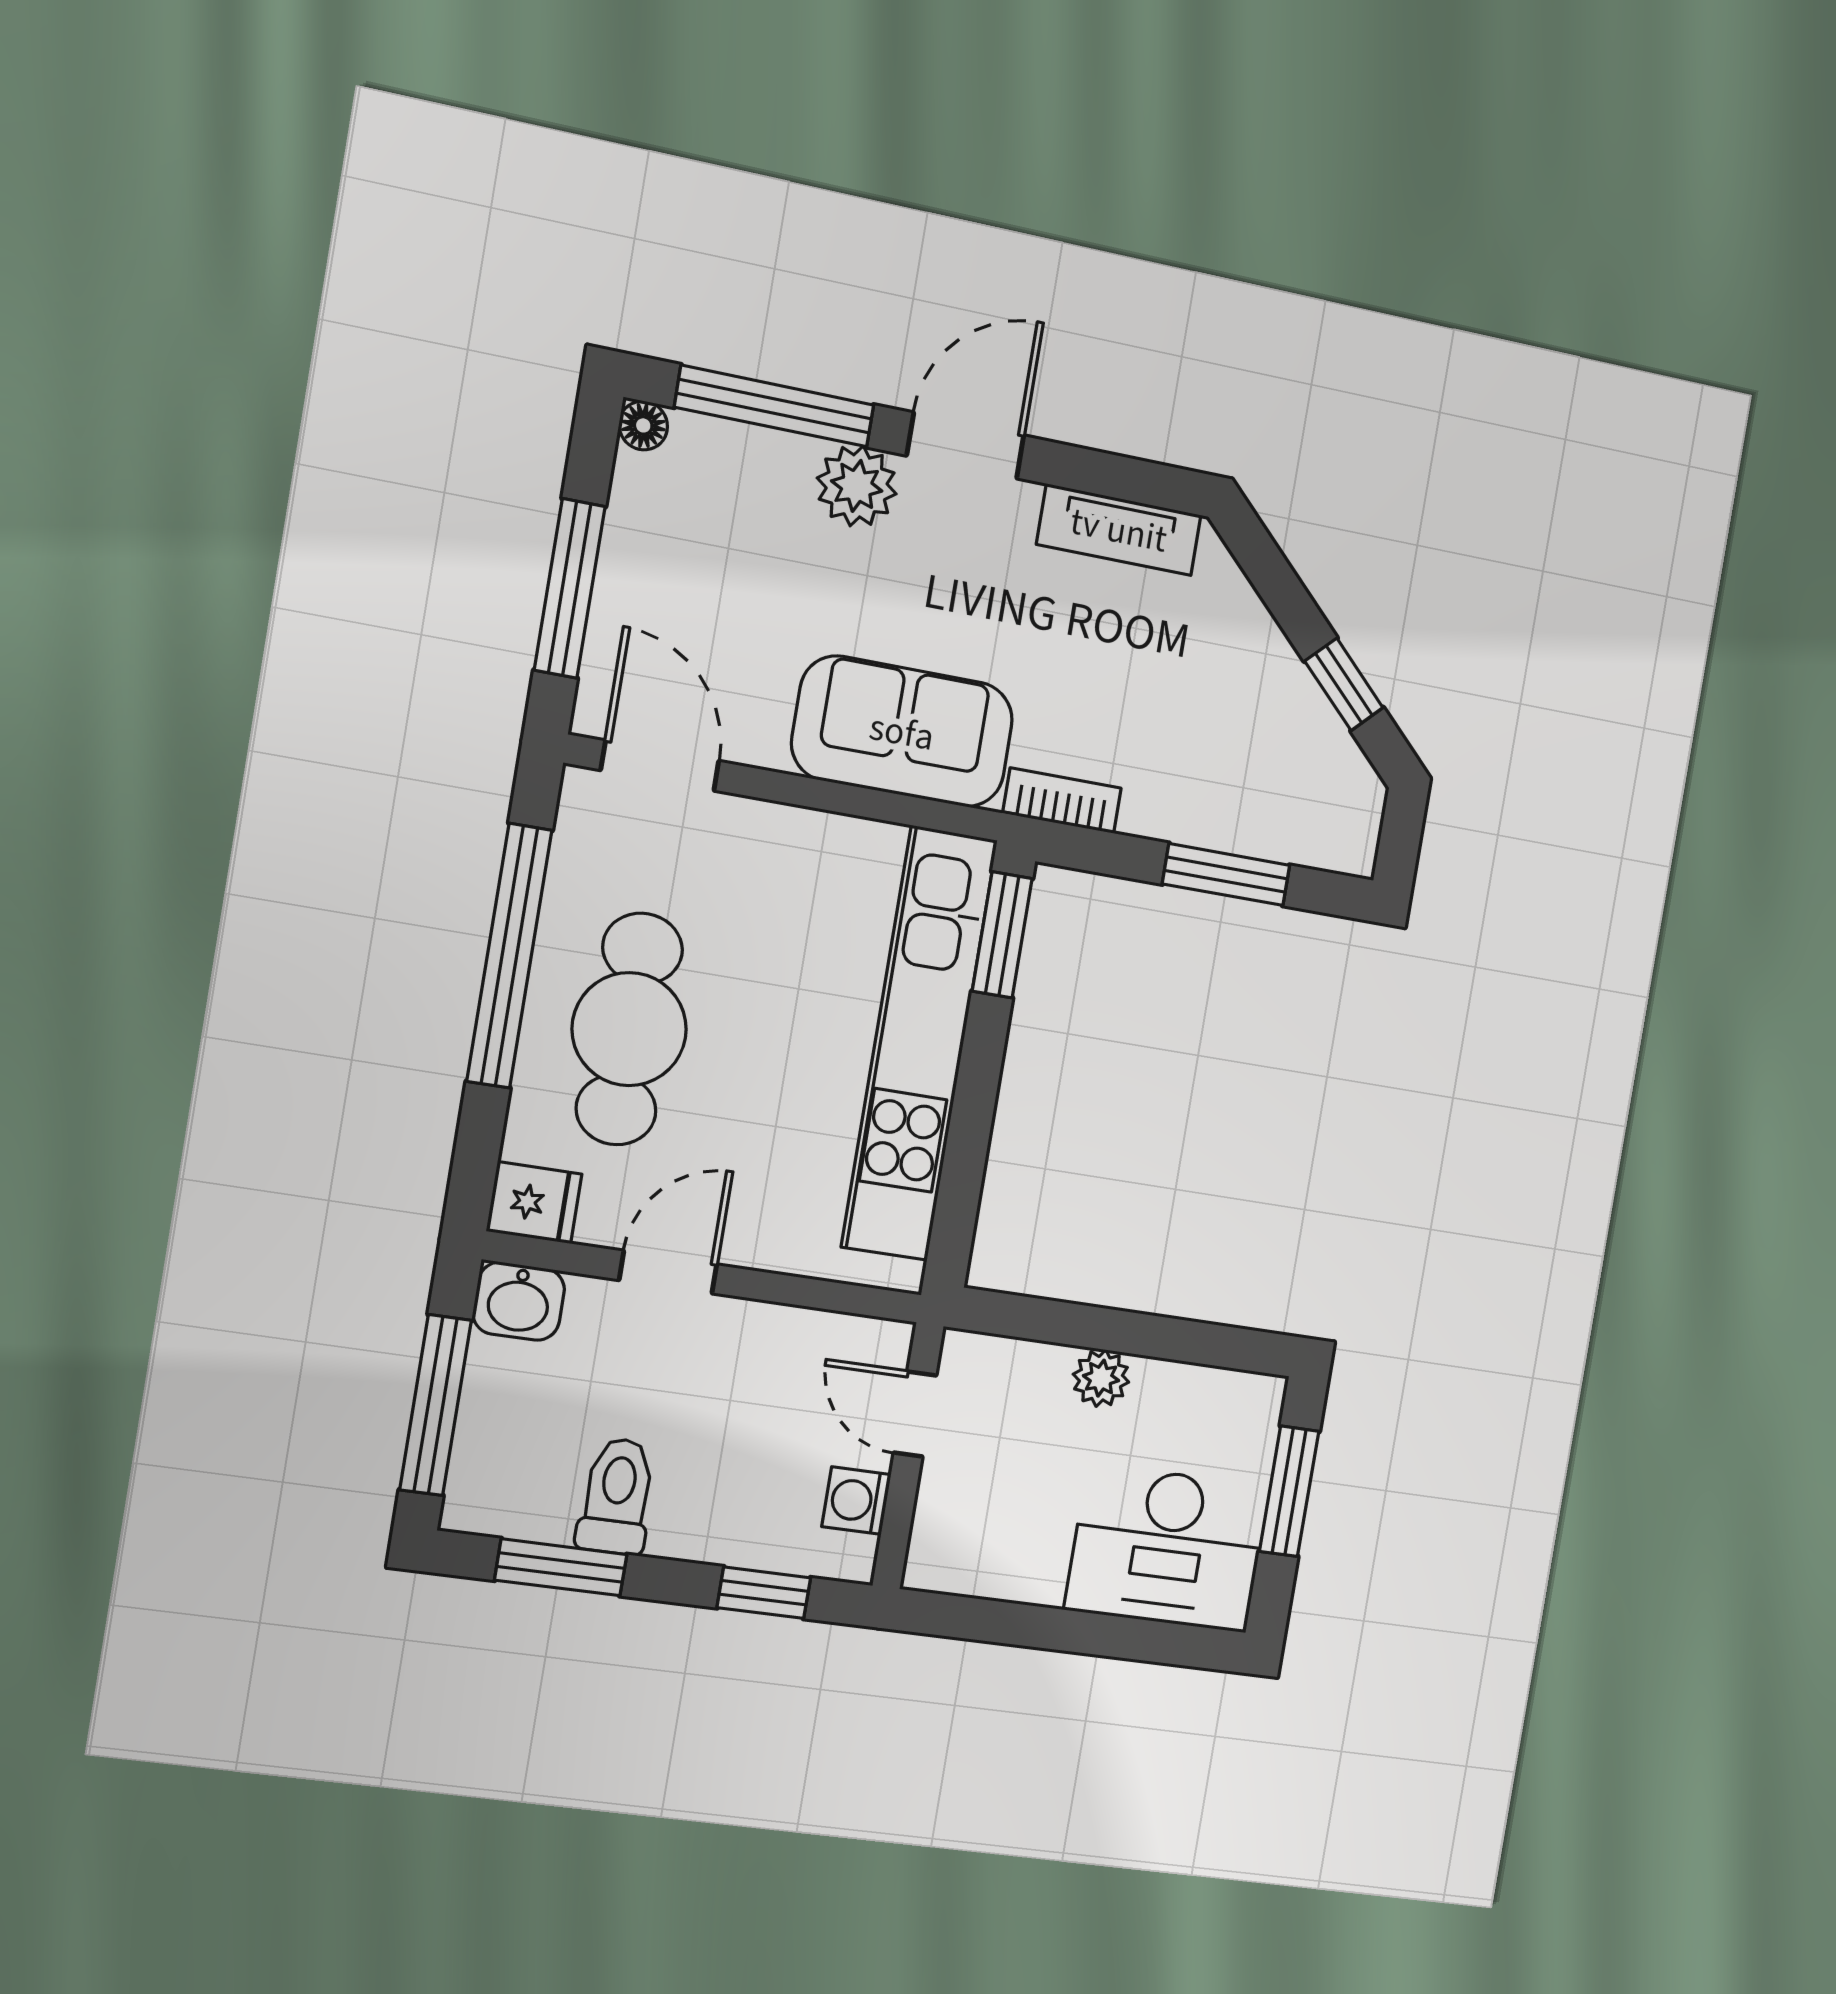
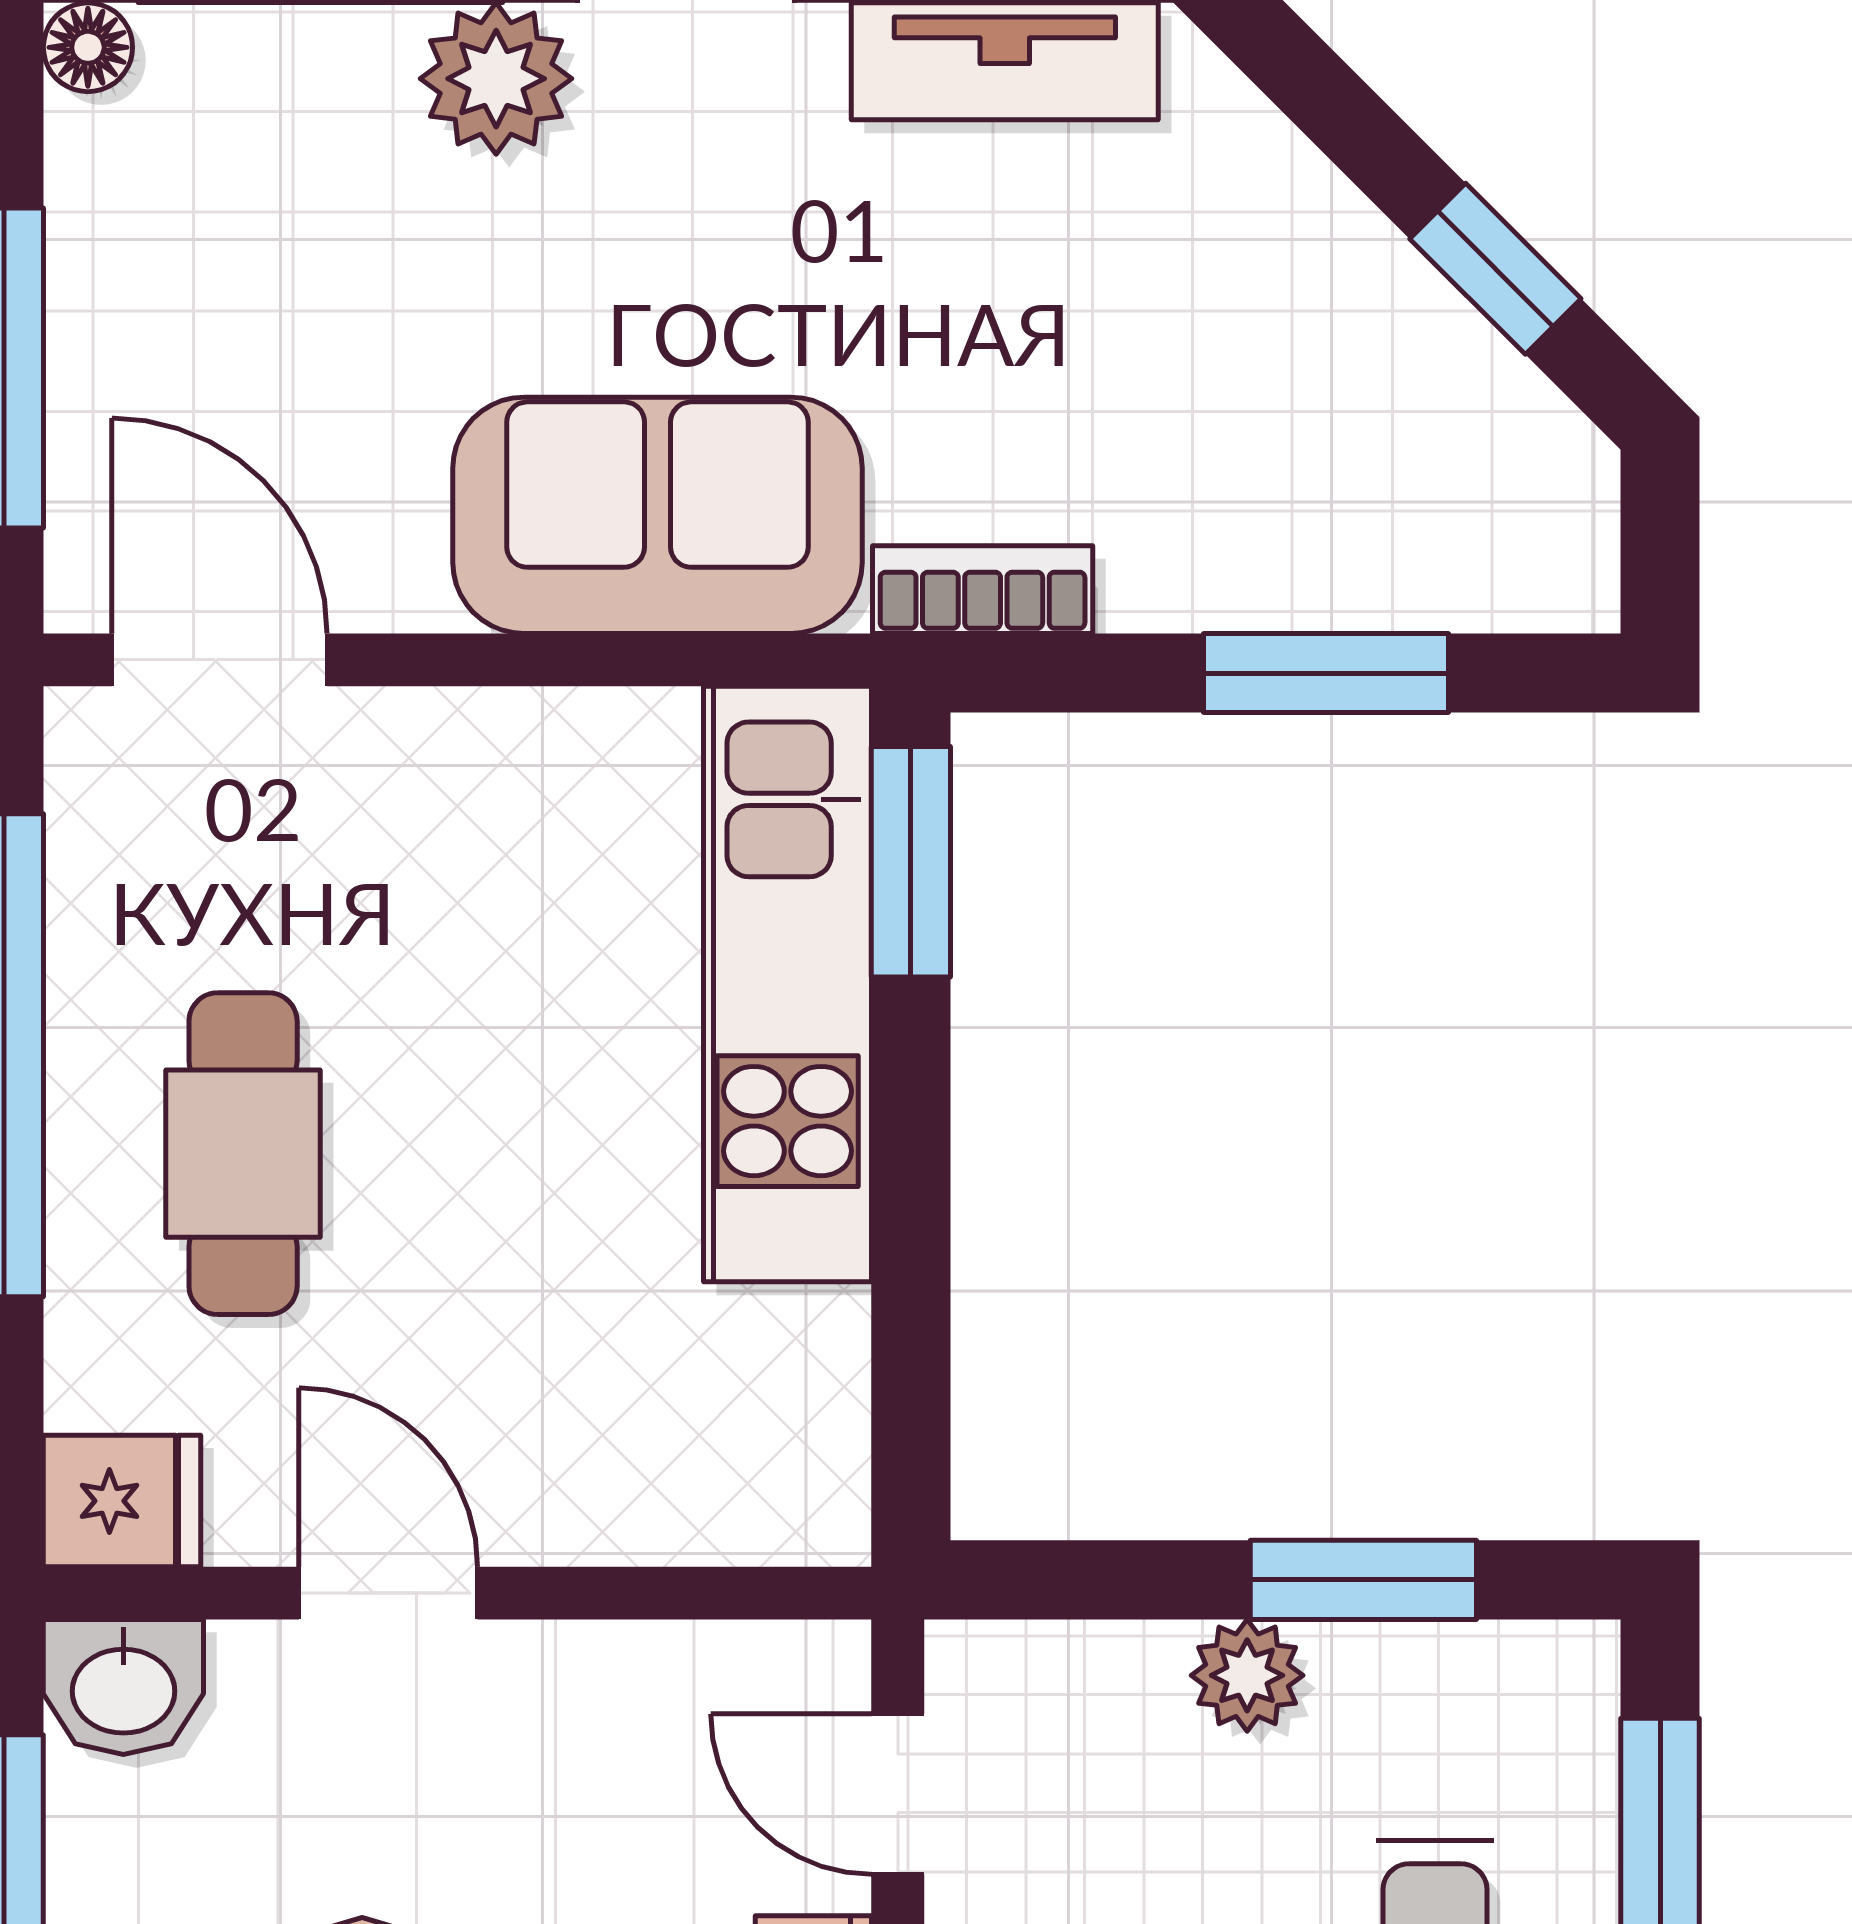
cafe table: (629, 1029) -> (243, 1154), width x0.73, depth x0.74
kitchen unit: (919, 1044) -> (788, 984), width x0.73
door: (668, 1272) -> (388, 1593), hinge flipped
window: (1167, 1338) -> (1363, 1580), added

